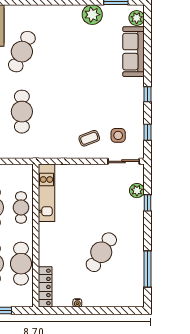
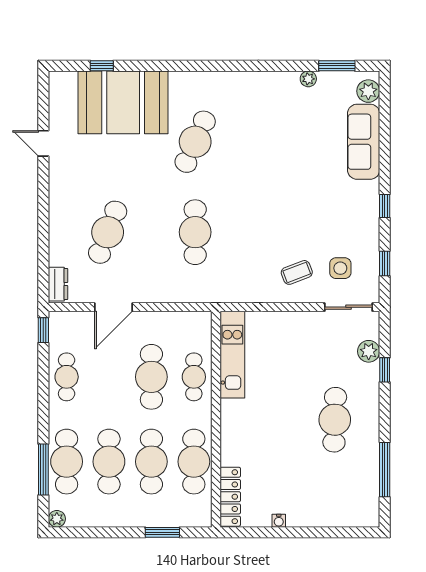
plant: (92, 15) -> (308, 79), width x0.53, depth x0.53
cafe table: (101, 252) -> (335, 420), moved, turned -30

